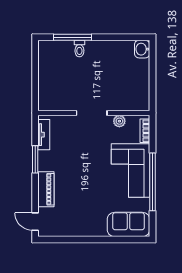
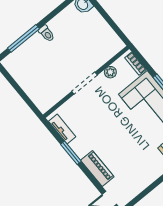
toilet: (79, 49) -> (47, 33), moved

